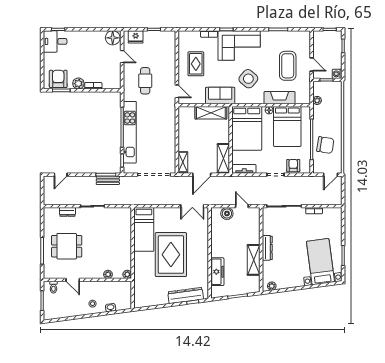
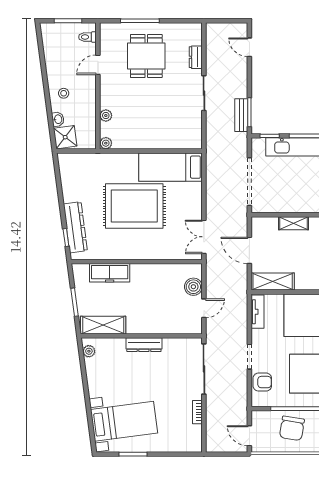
shelving: (183, 162) -> (293, 223), moved
shelving: (254, 260) -> (103, 325), moved
shower: (123, 303) -> (65, 137), added

